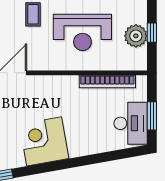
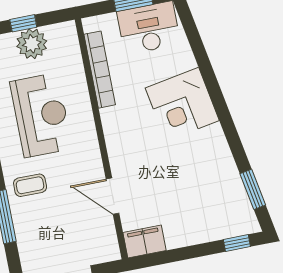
corner desk: (44, 141) -> (182, 104), moved

